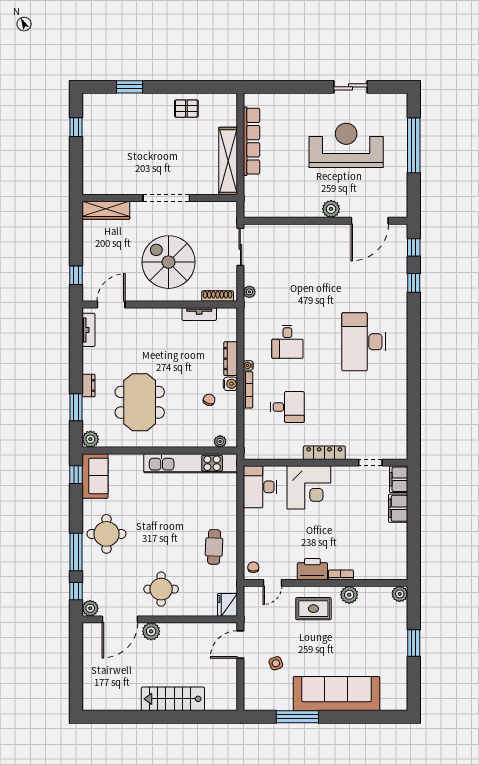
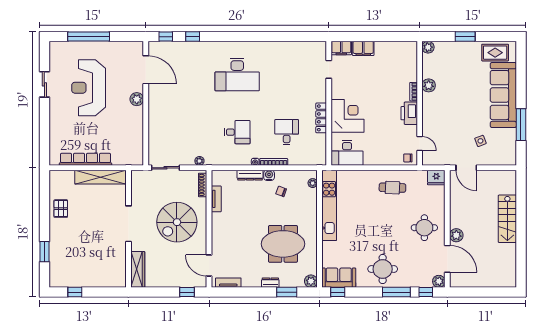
locker: (324, 453) -> (321, 118), moved
rug: (313, 609) -> (495, 53), moved, turned 90

